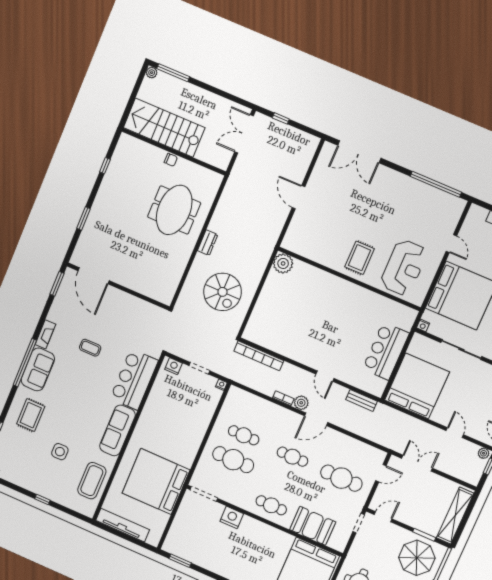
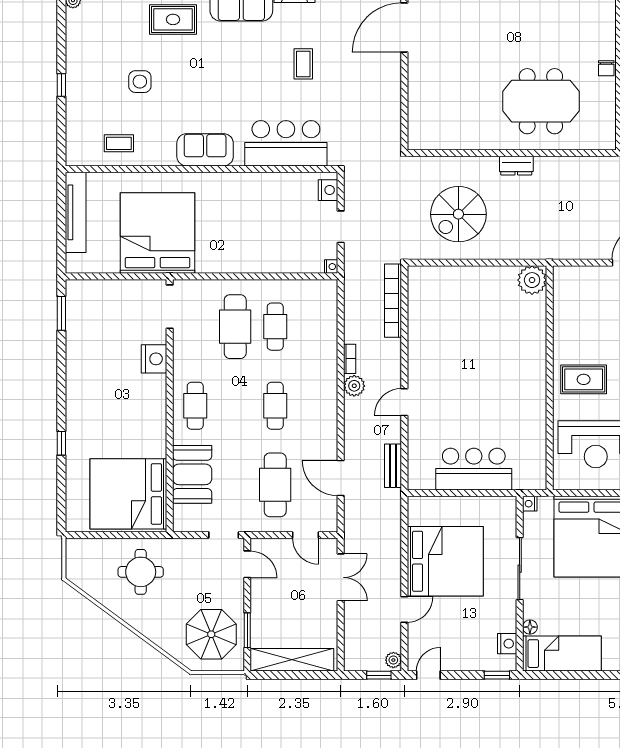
bed: (417, 386) -> (445, 561), moved
door: (316, 419) -> (341, 478), moved
sofa: (118, 430) -> (205, 150), width x0.73
coffee table: (92, 481) -> (119, 143), width x0.54, depth x0.58

